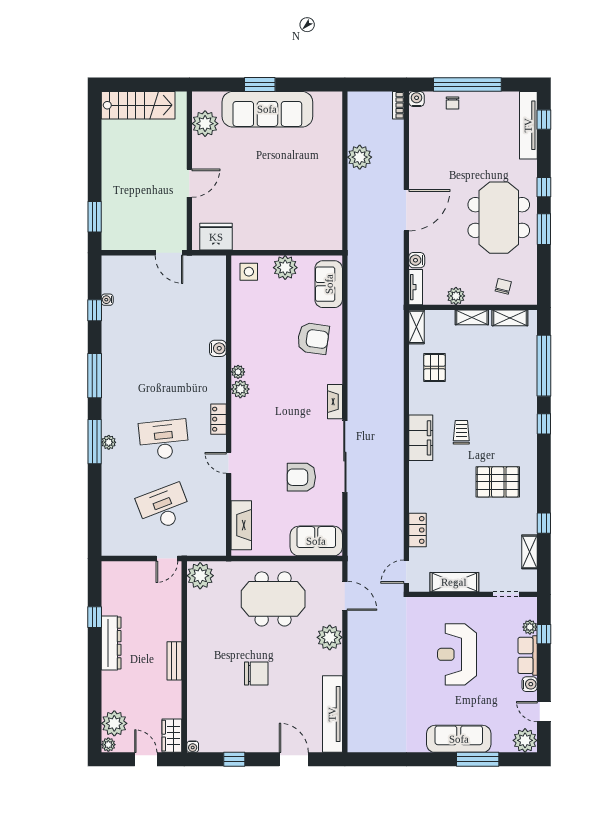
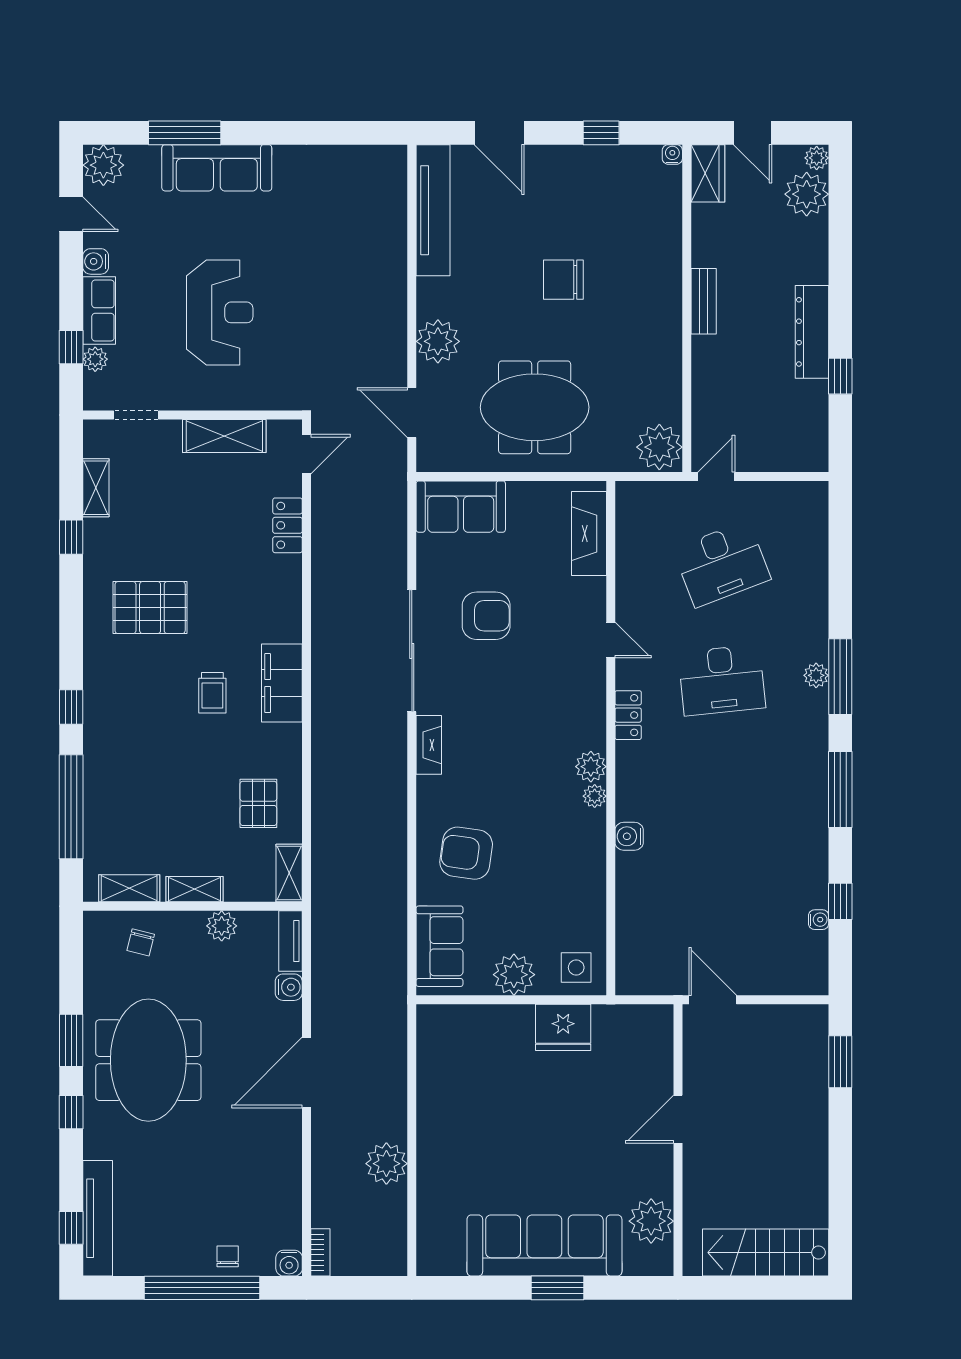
fridge: (216, 237) -> (563, 1027), moved

